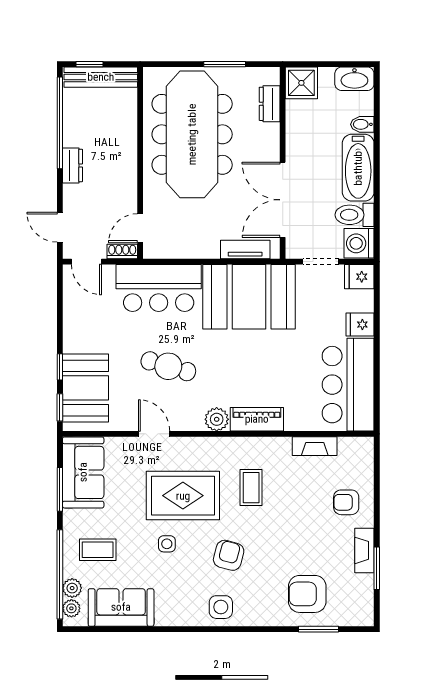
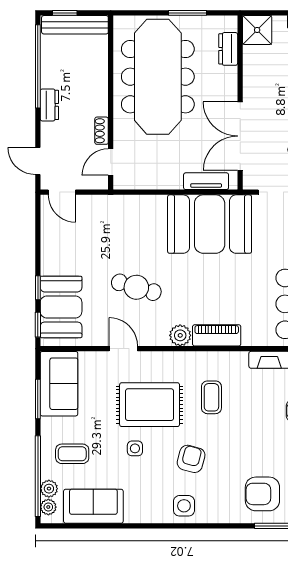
shoe rack: (122, 252) -> (102, 131), moved, turned -90
bar counter: (159, 288) -> (128, 216), removed

